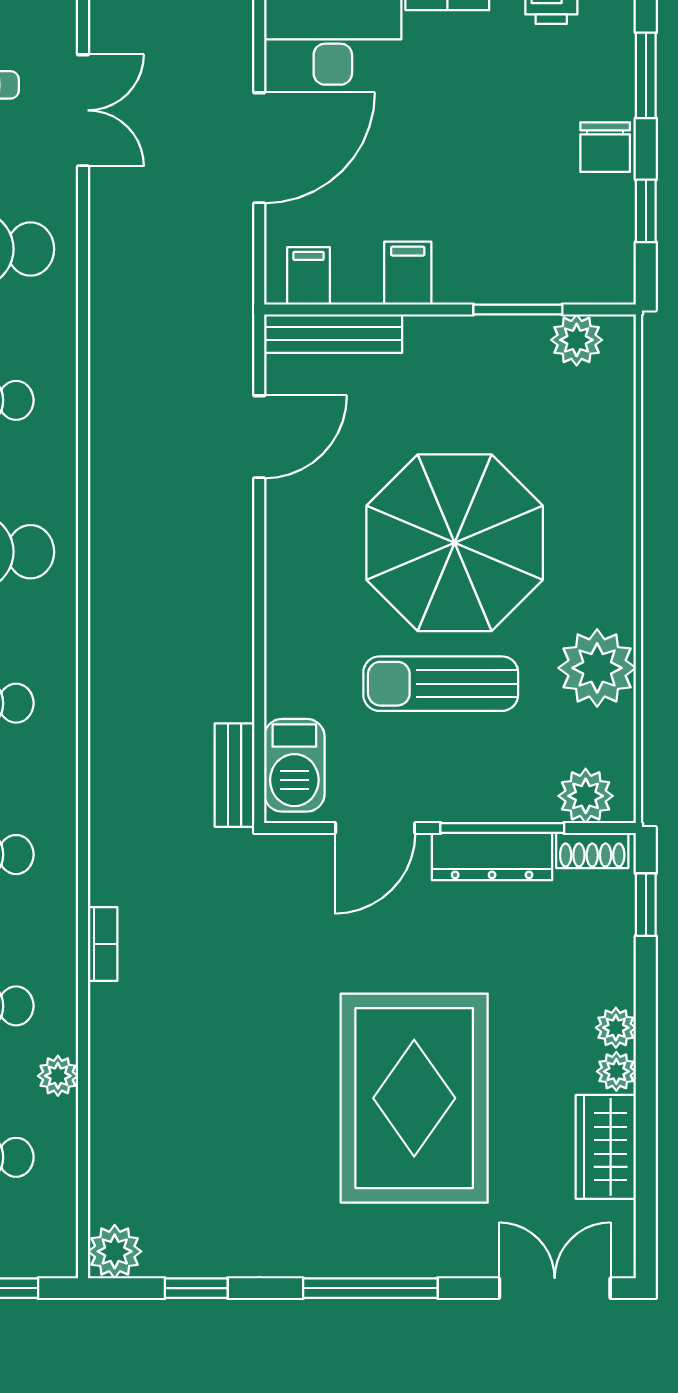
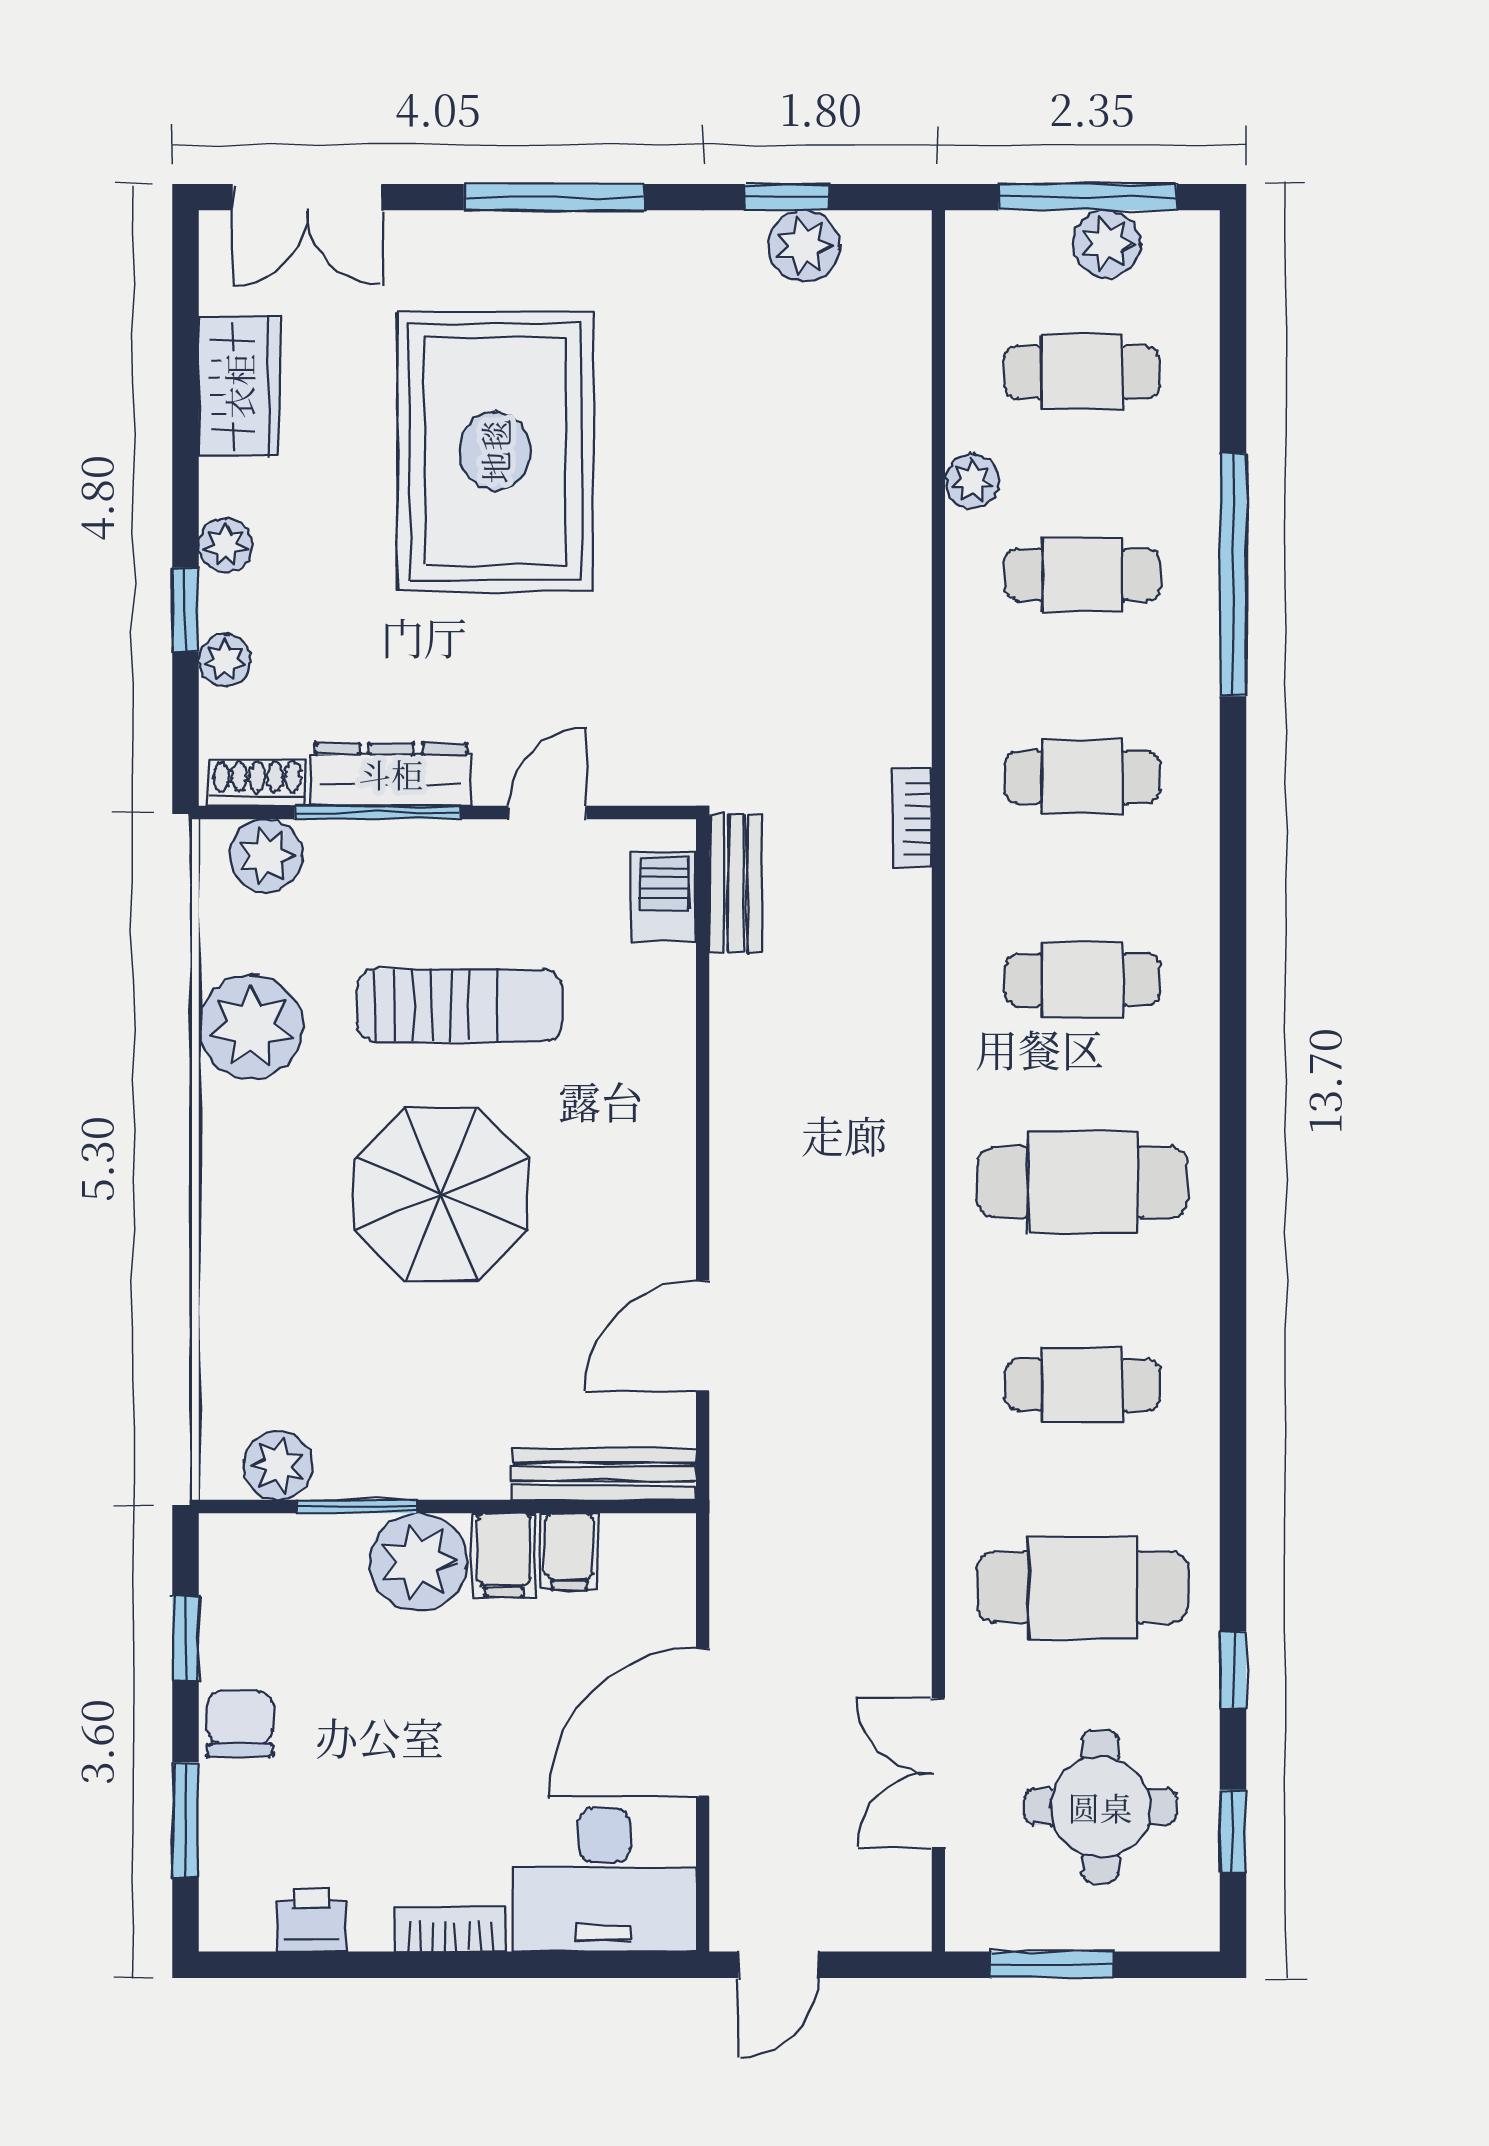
plant: (472, 268) -> (418, 1562), added
filing cabinet: (309, 276) -> (569, 1551), moved
parasol: (455, 543) -> (441, 1194), width x0.73, depth x0.73
barbecue: (294, 765) -> (664, 897), width x0.73, depth x0.79
door: (375, 828) -> (548, 813), width x0.73
window: (646, 905) -> (185, 610), moved
bookcase: (103, 944) -> (912, 818), moved
plant: (616, 1071) -> (225, 661), moved
plant: (115, 1251) -> (804, 246), moved

